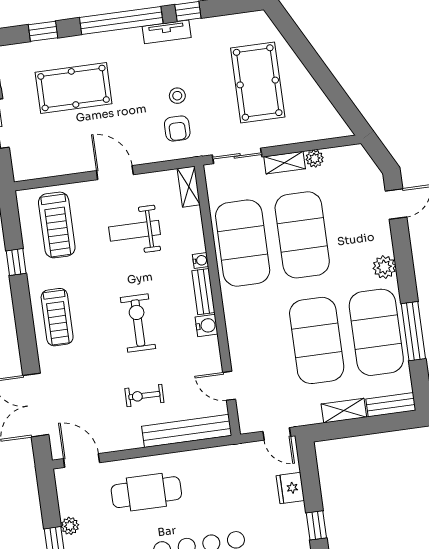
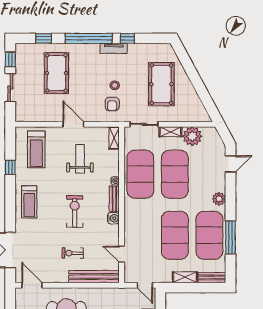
pool table: (74, 88) -> (56, 73), turned 90
plant: (315, 159) -> (192, 136), width x1.87, depth x1.87
weight bench: (135, 231) -> (80, 159), turned 90

